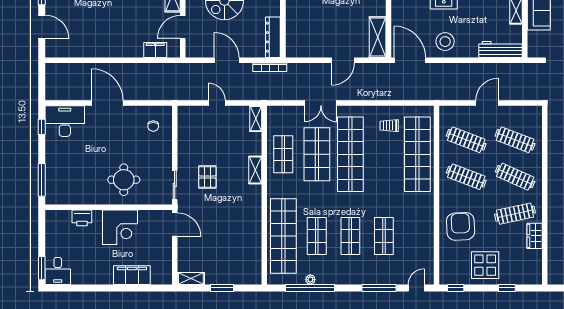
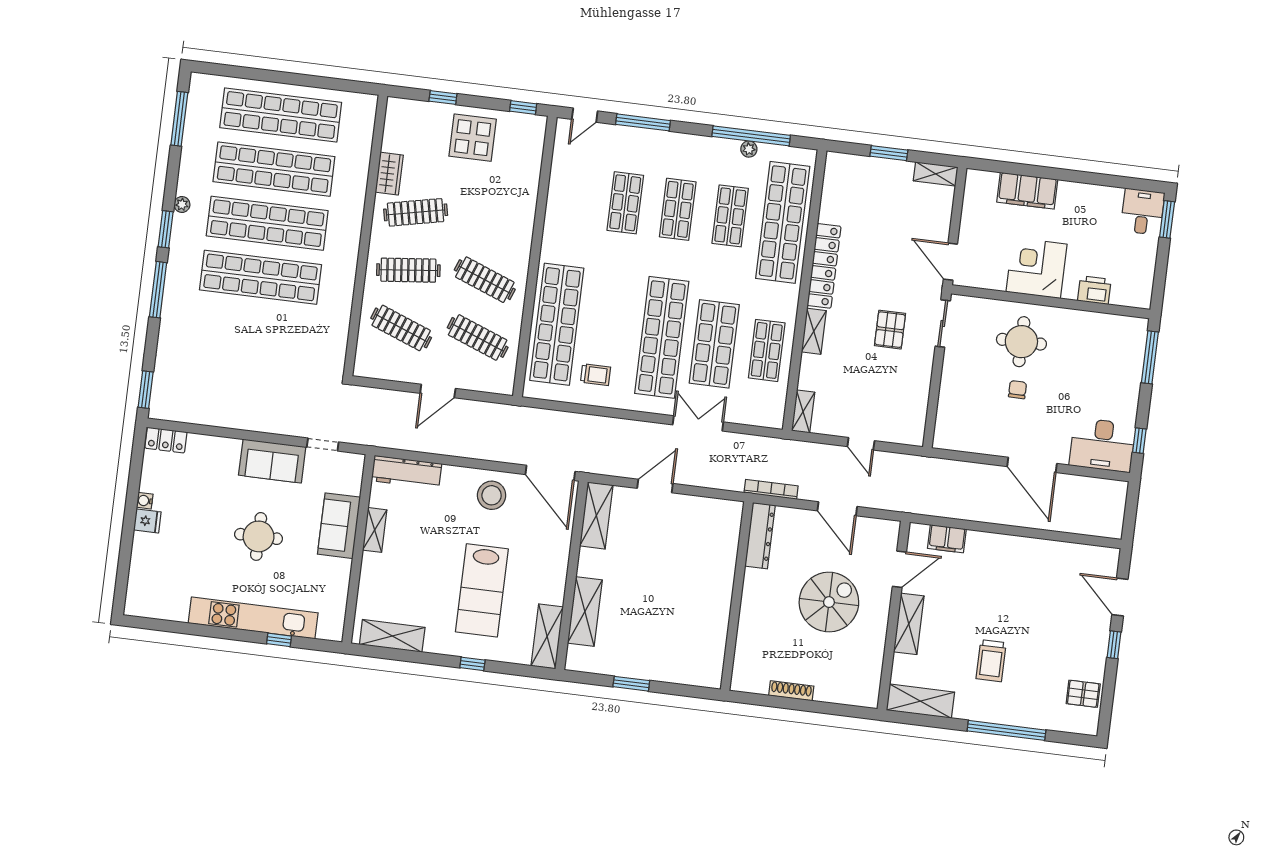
chair: (153, 126) -> (1017, 390), moved
clothes rail: (515, 177) -> (408, 270), turned -30
locker: (254, 212) -> (824, 266), added
armchair: (461, 226) -> (503, 203), removed

